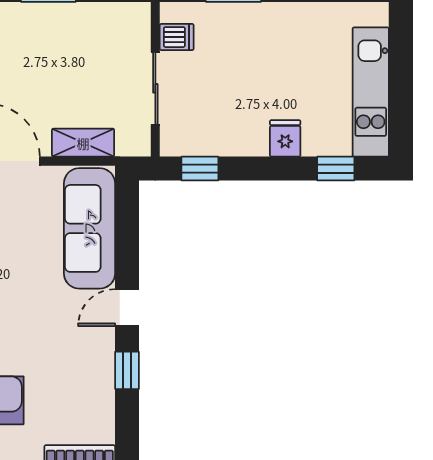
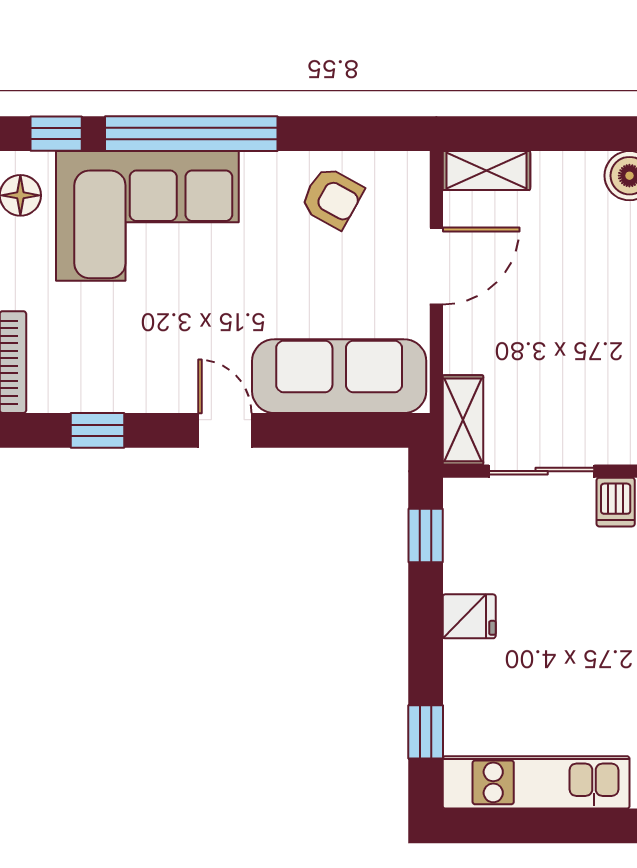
fridge: (285, 138) -> (469, 616), moved
shelving: (83, 143) -> (463, 420), moved
window: (127, 370) -> (98, 430), moved

